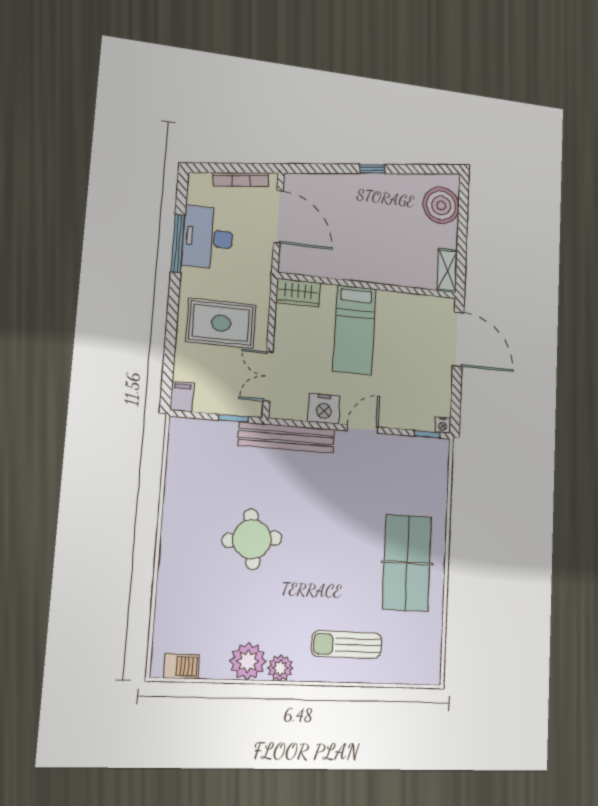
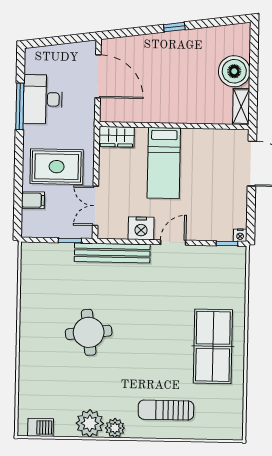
bookcase: (241, 179) -> (66, 49), removed
boiler: (441, 205) -> (234, 71), moved
filing cabinet: (182, 397) -> (33, 200), moved, turned 90

